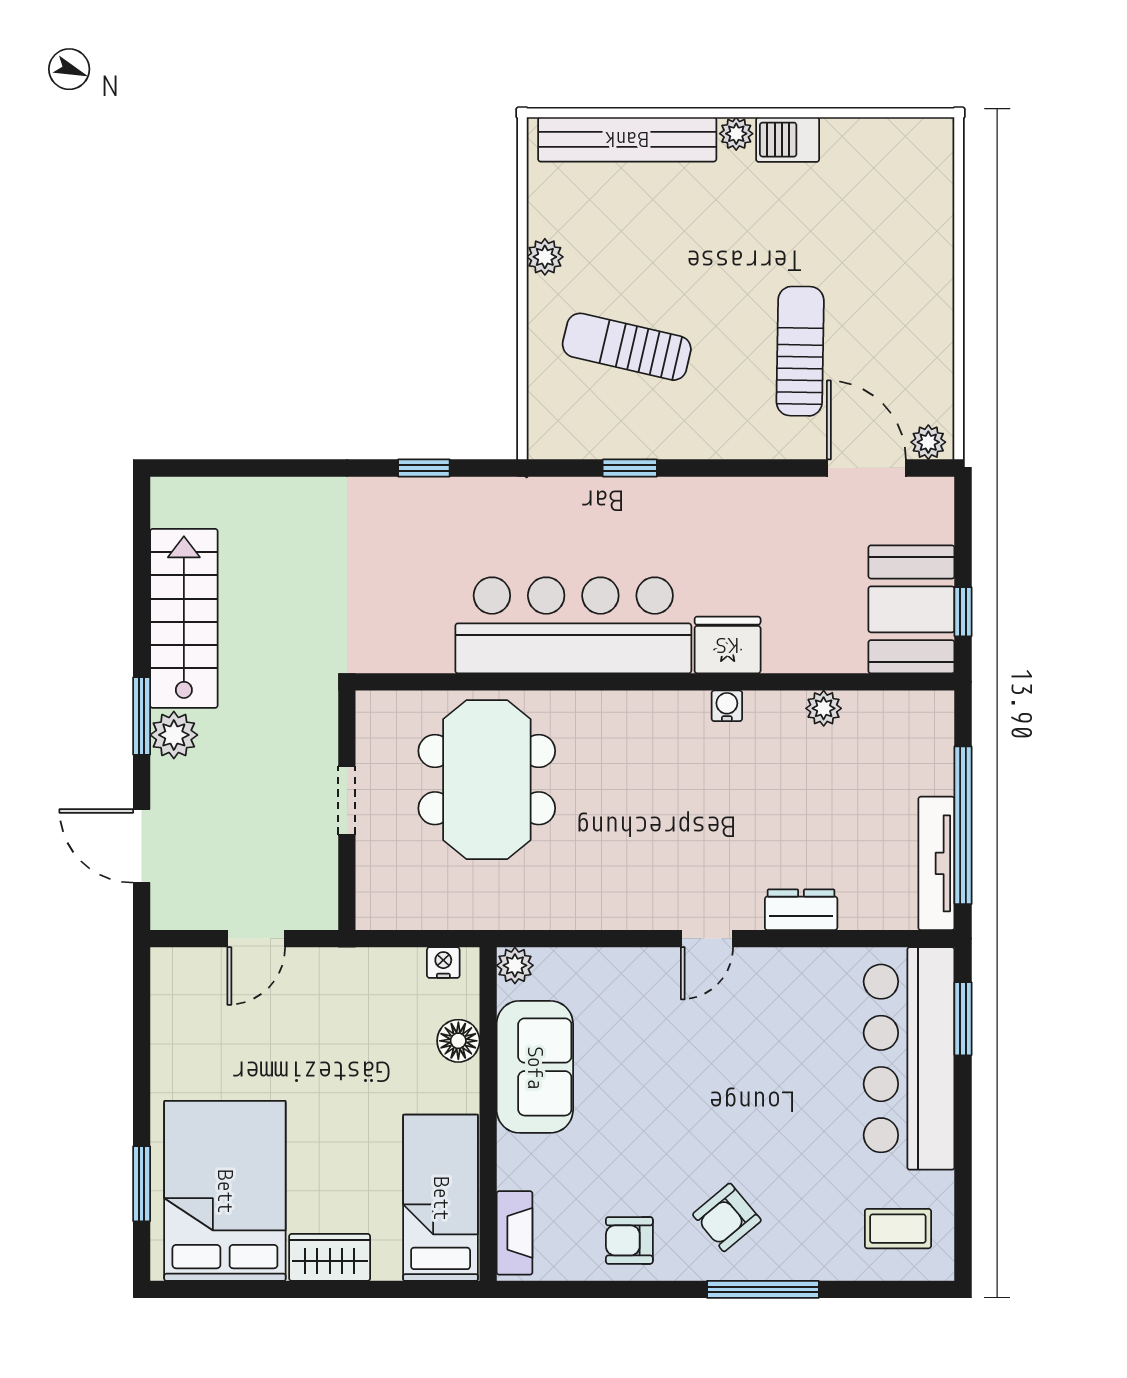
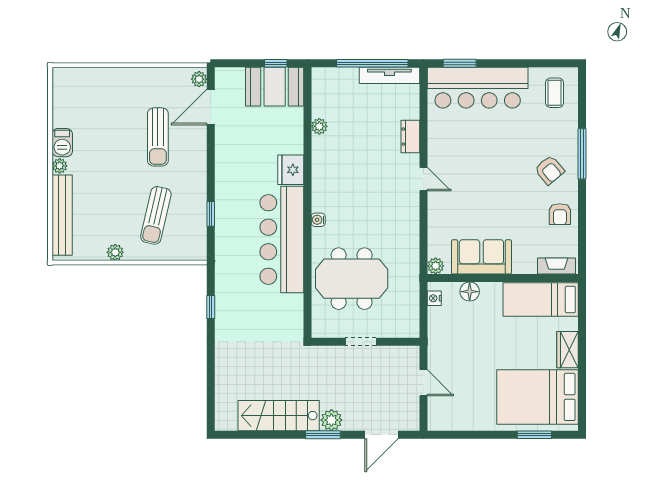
sun lounger: (800, 351) -> (158, 137), turned -91
water cooler: (727, 706) -> (318, 220), moved

